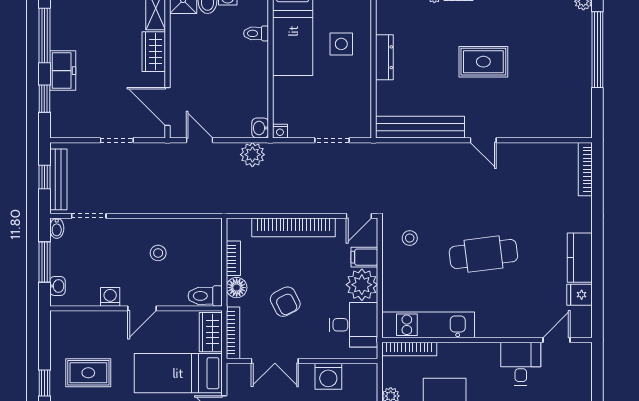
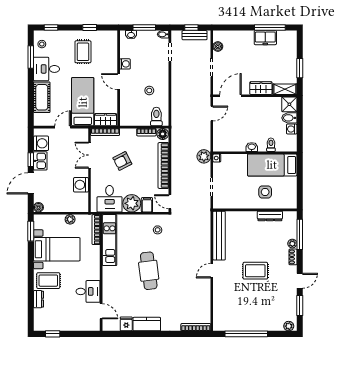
window: (597, 50) -> (246, 334), moved
dresser: (384, 57) -> (270, 216), moved
rug: (483, 62) -> (255, 271), turned 90
freezer: (63, 71) -> (265, 38), moved
window: (44, 99) -> (235, 28), removed
washbasin: (260, 128) -> (252, 147), moved
boiler: (79, 129) -> (218, 46), added
plant: (252, 155) -> (204, 156), moved
bench: (58, 179) -> (195, 35), width x0.73
floor lamp: (237, 288) -> (163, 134), moved
toilet: (205, 296) -> (156, 117), moved
window: (44, 383) -> (90, 28), moved

